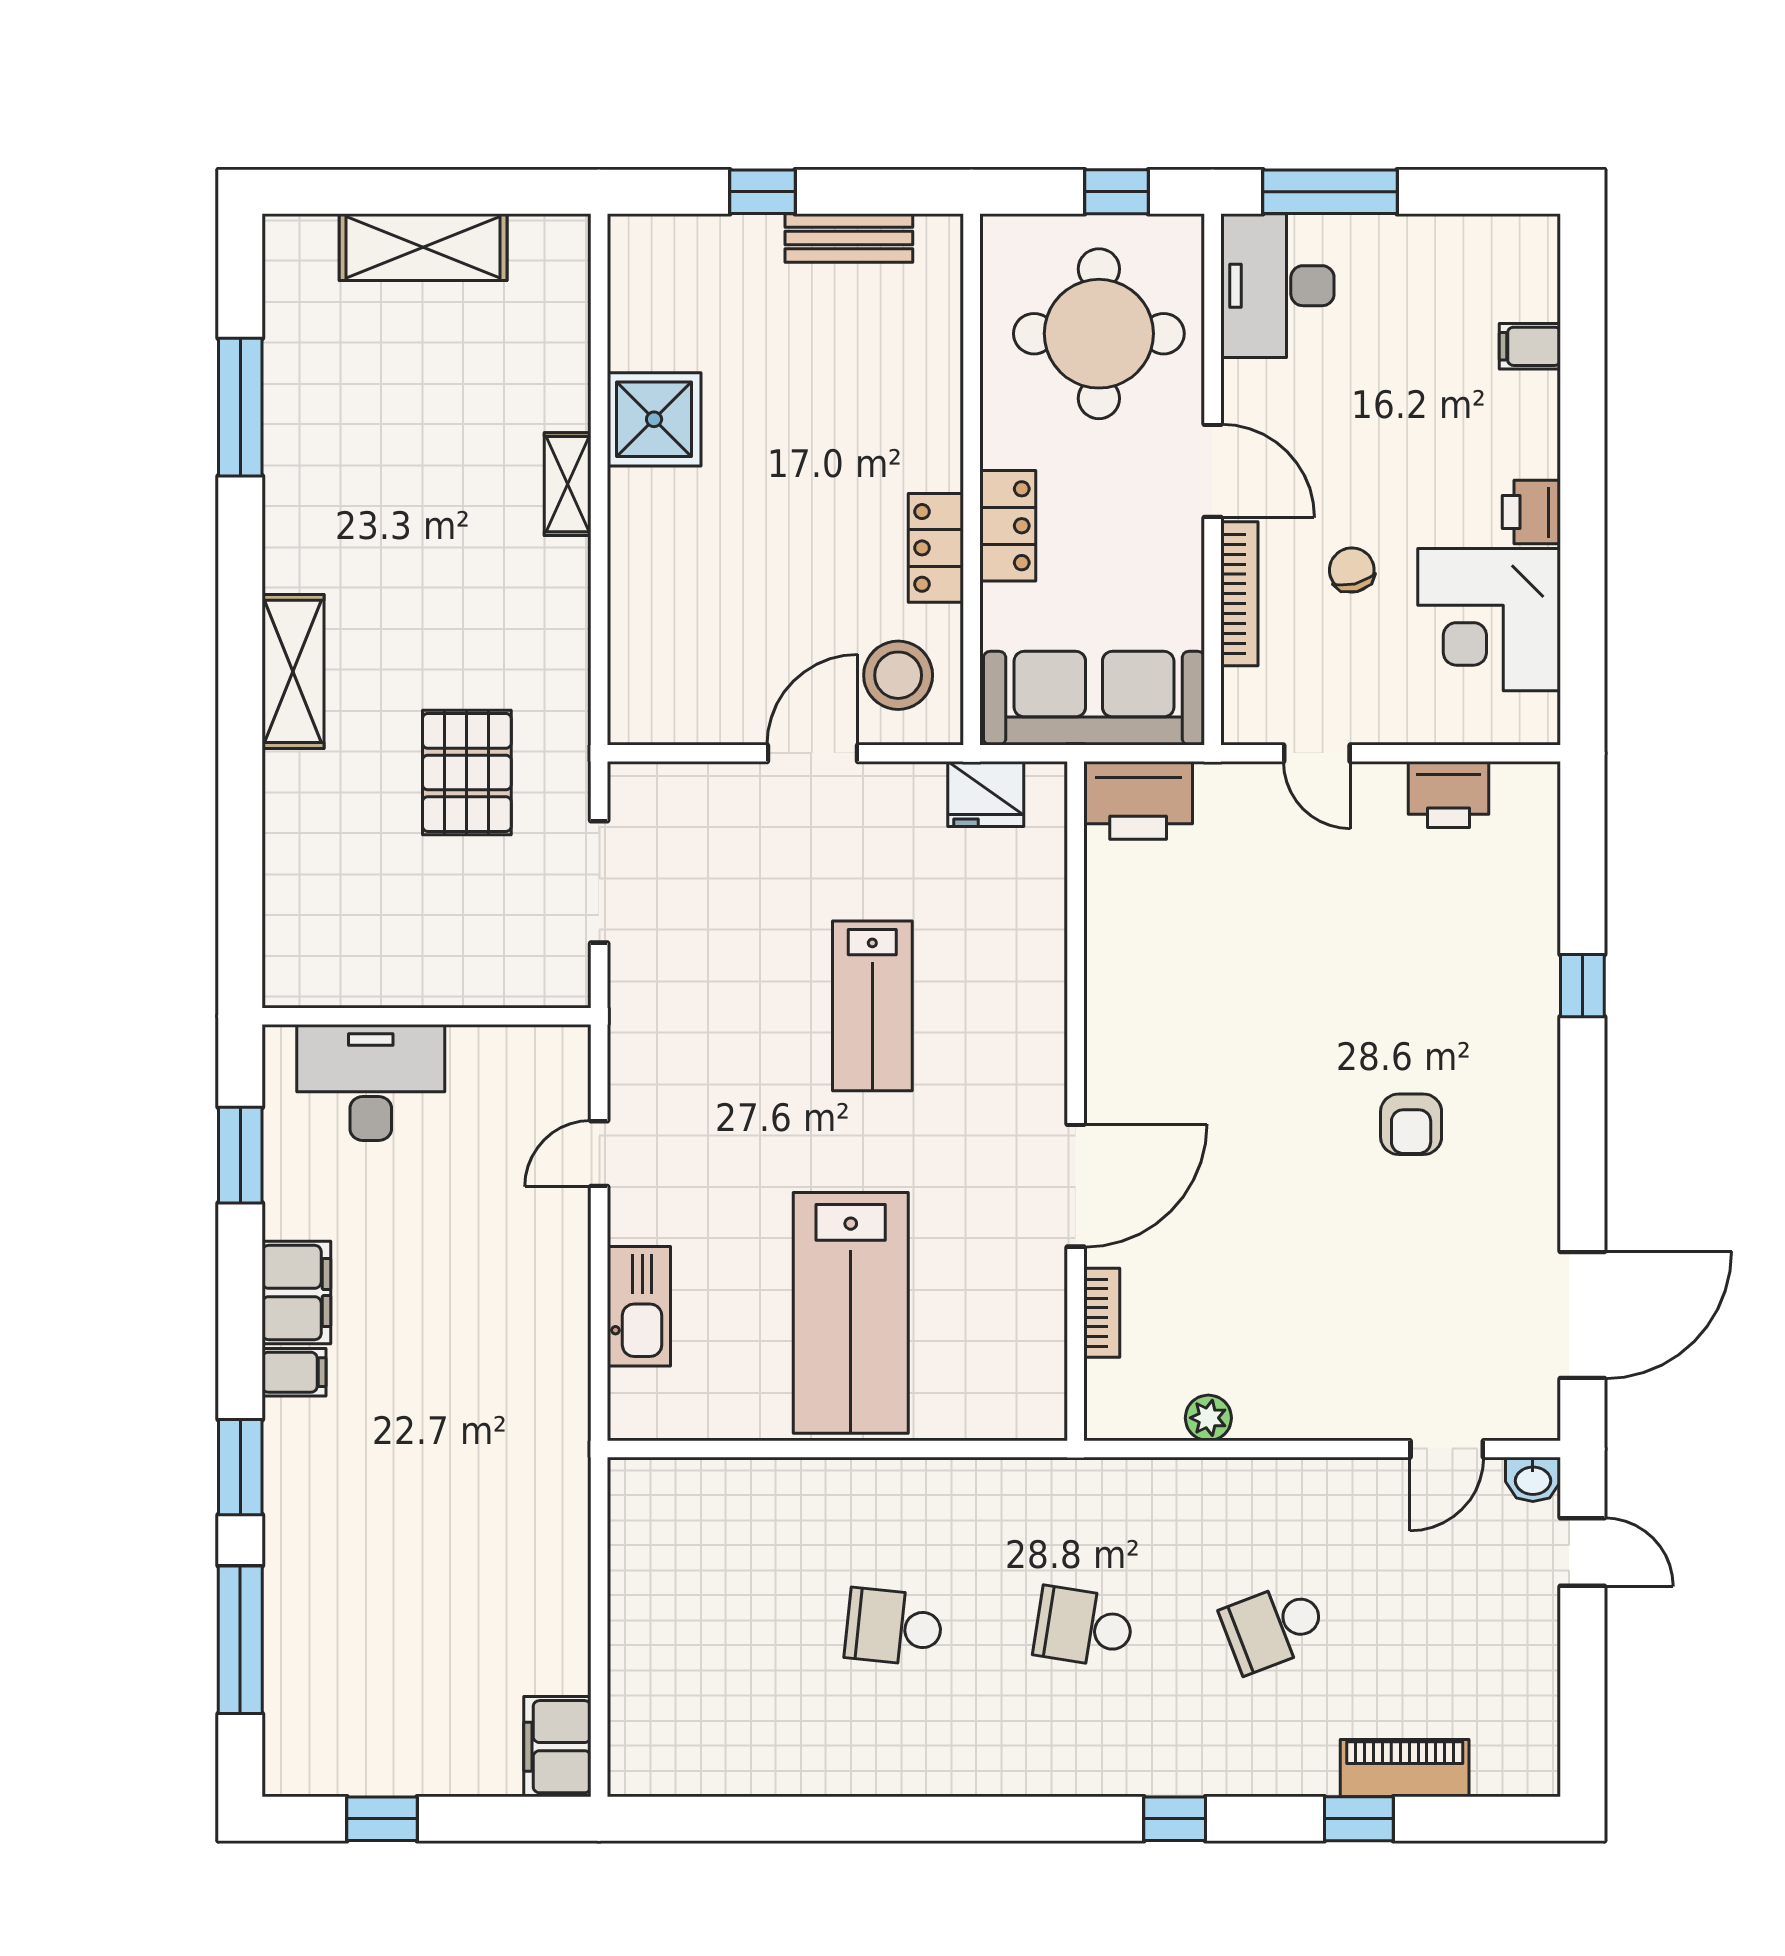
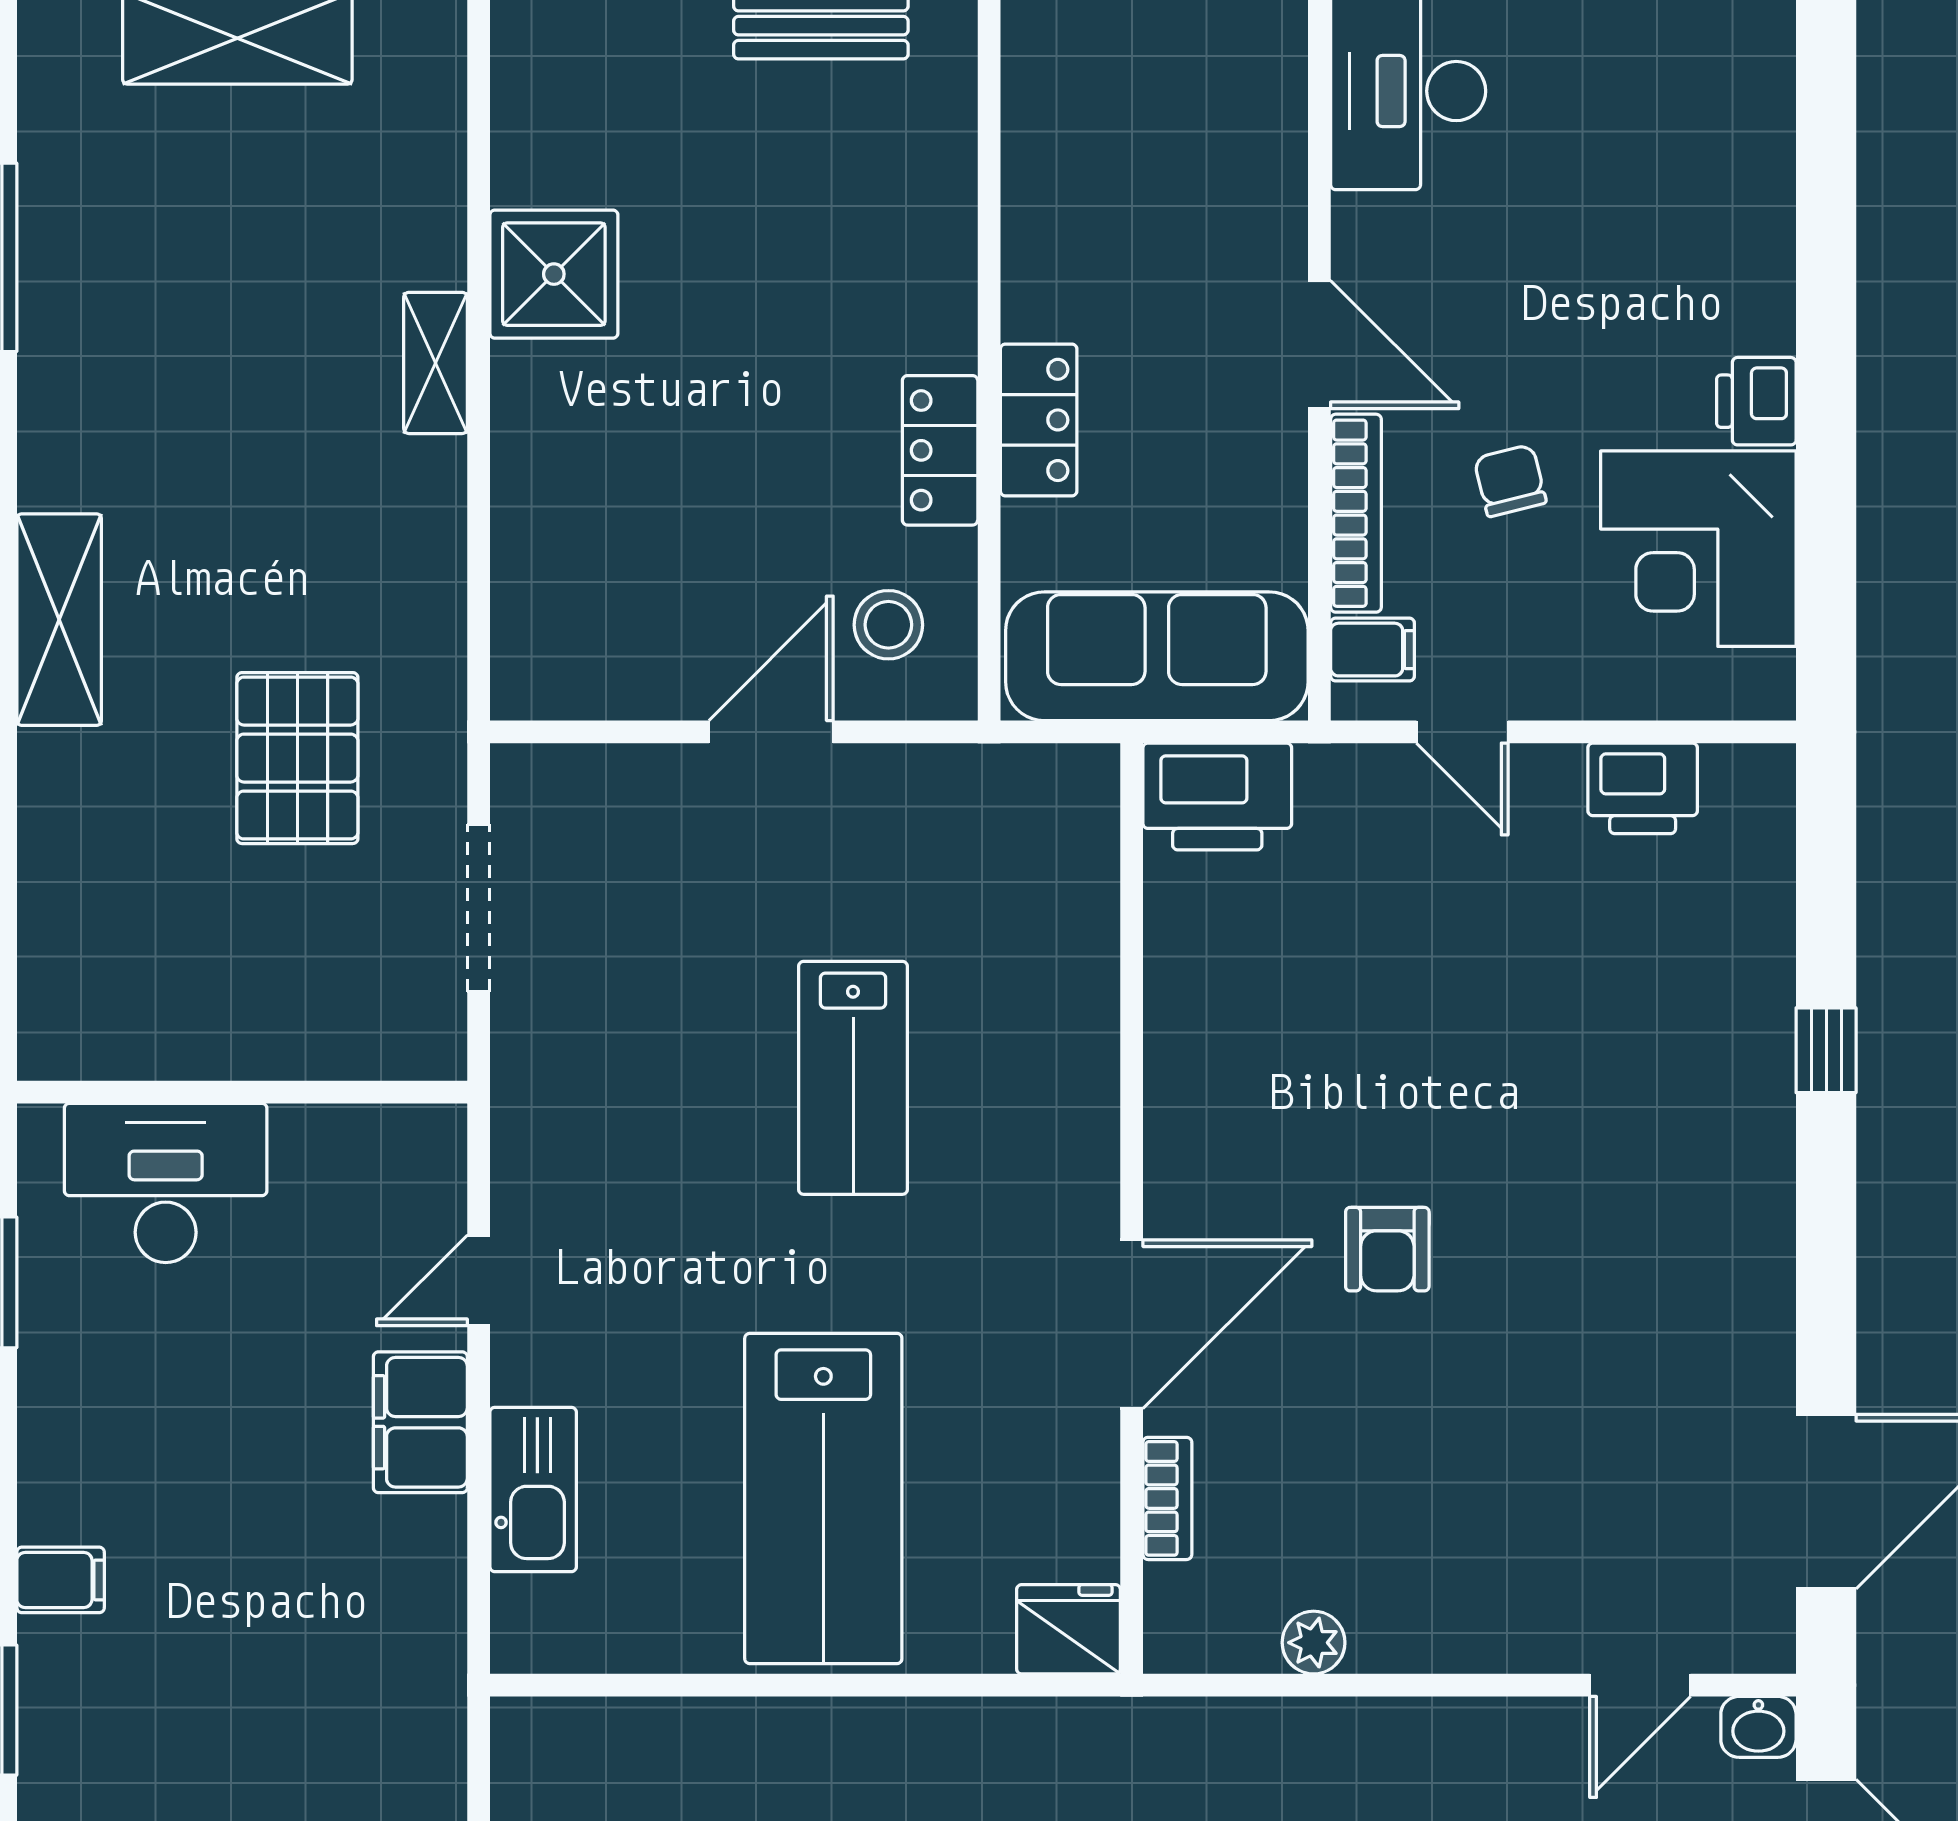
round table: (1099, 334) -> (1164, 157), removed
filing cabinet: (1530, 346) -> (1372, 650), moved, turned 180
stool: (898, 675) -> (888, 625), width x0.73, depth x0.73
fridge: (986, 794) -> (1069, 1629), moved, turned 180
armchair: (1411, 1124) -> (1387, 1249), moved
filing cabinet: (296, 1293) -> (420, 1422), moved, turned 180

